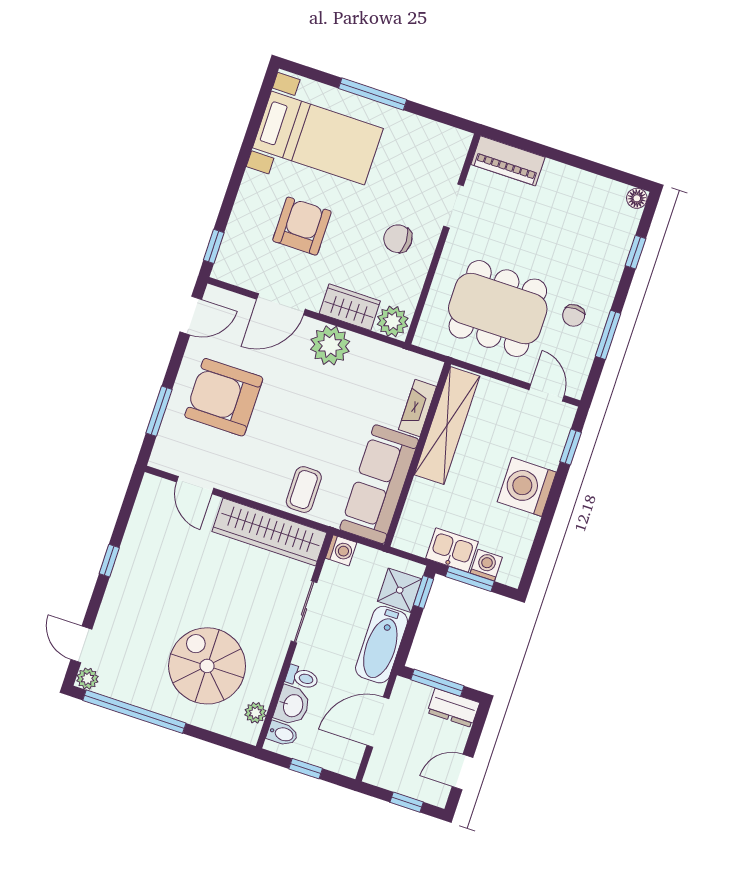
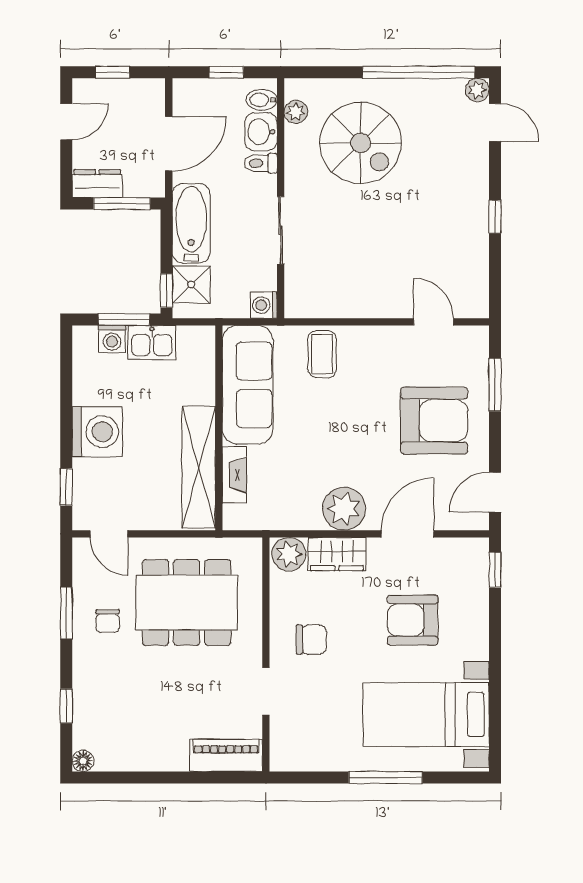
armchair: (302, 226) -> (413, 620), turned 90
chair: (574, 315) -> (108, 621), turned 180
wardrobe: (269, 532) -> (343, 299), removed

